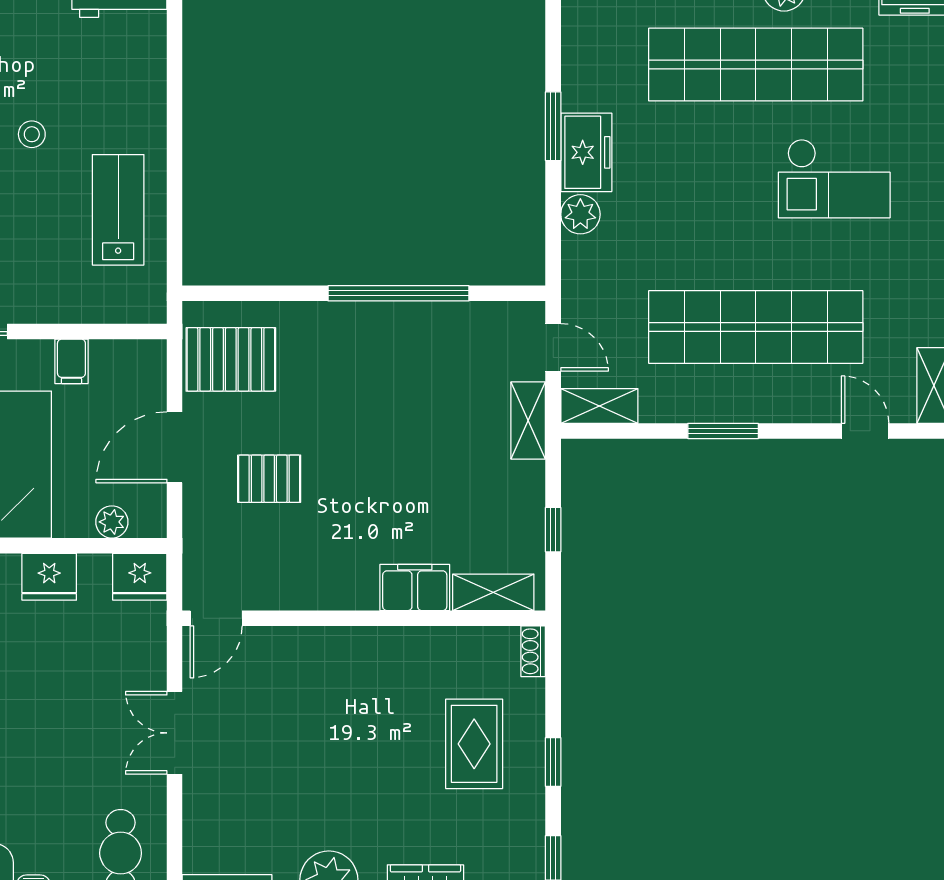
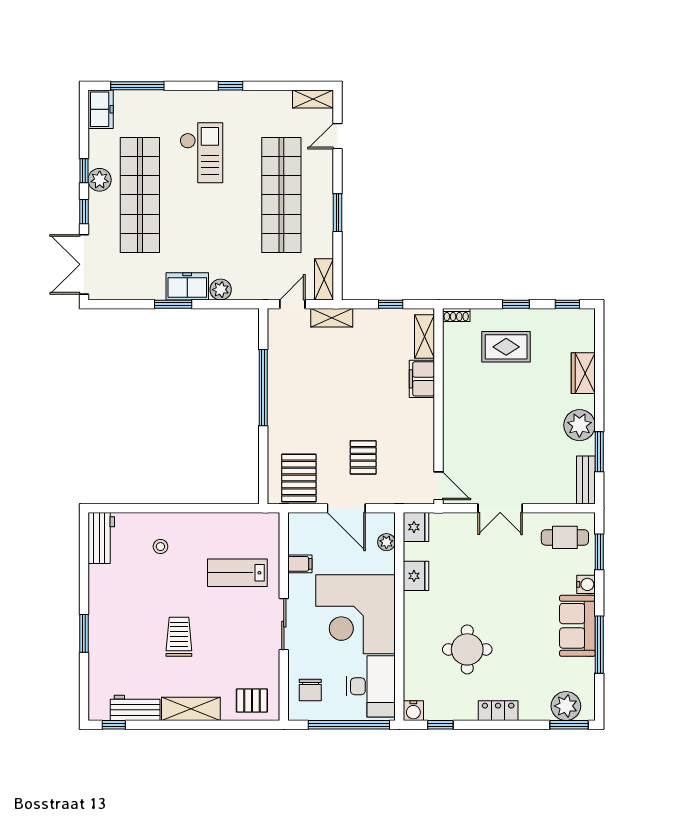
stool: (32, 134) -> (160, 547), moved
lab bench: (118, 210) -> (237, 573), moved

